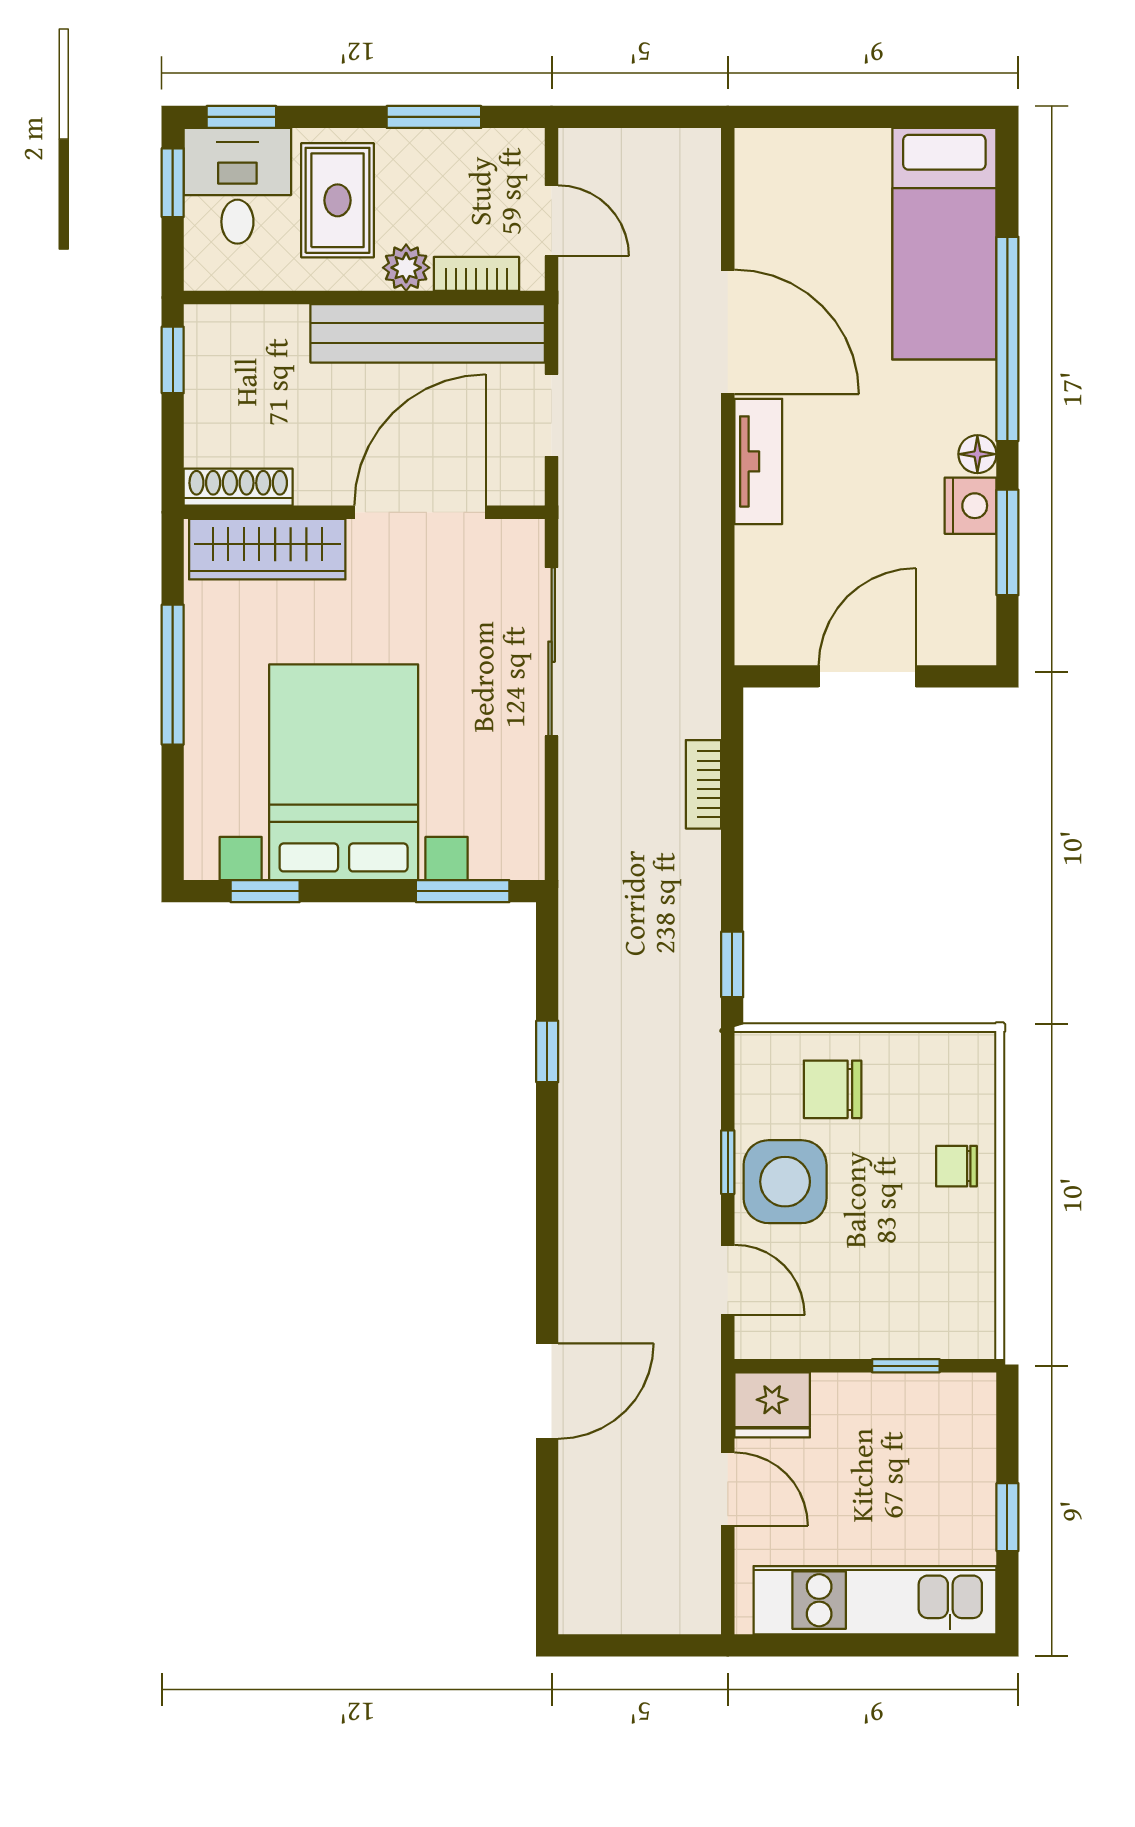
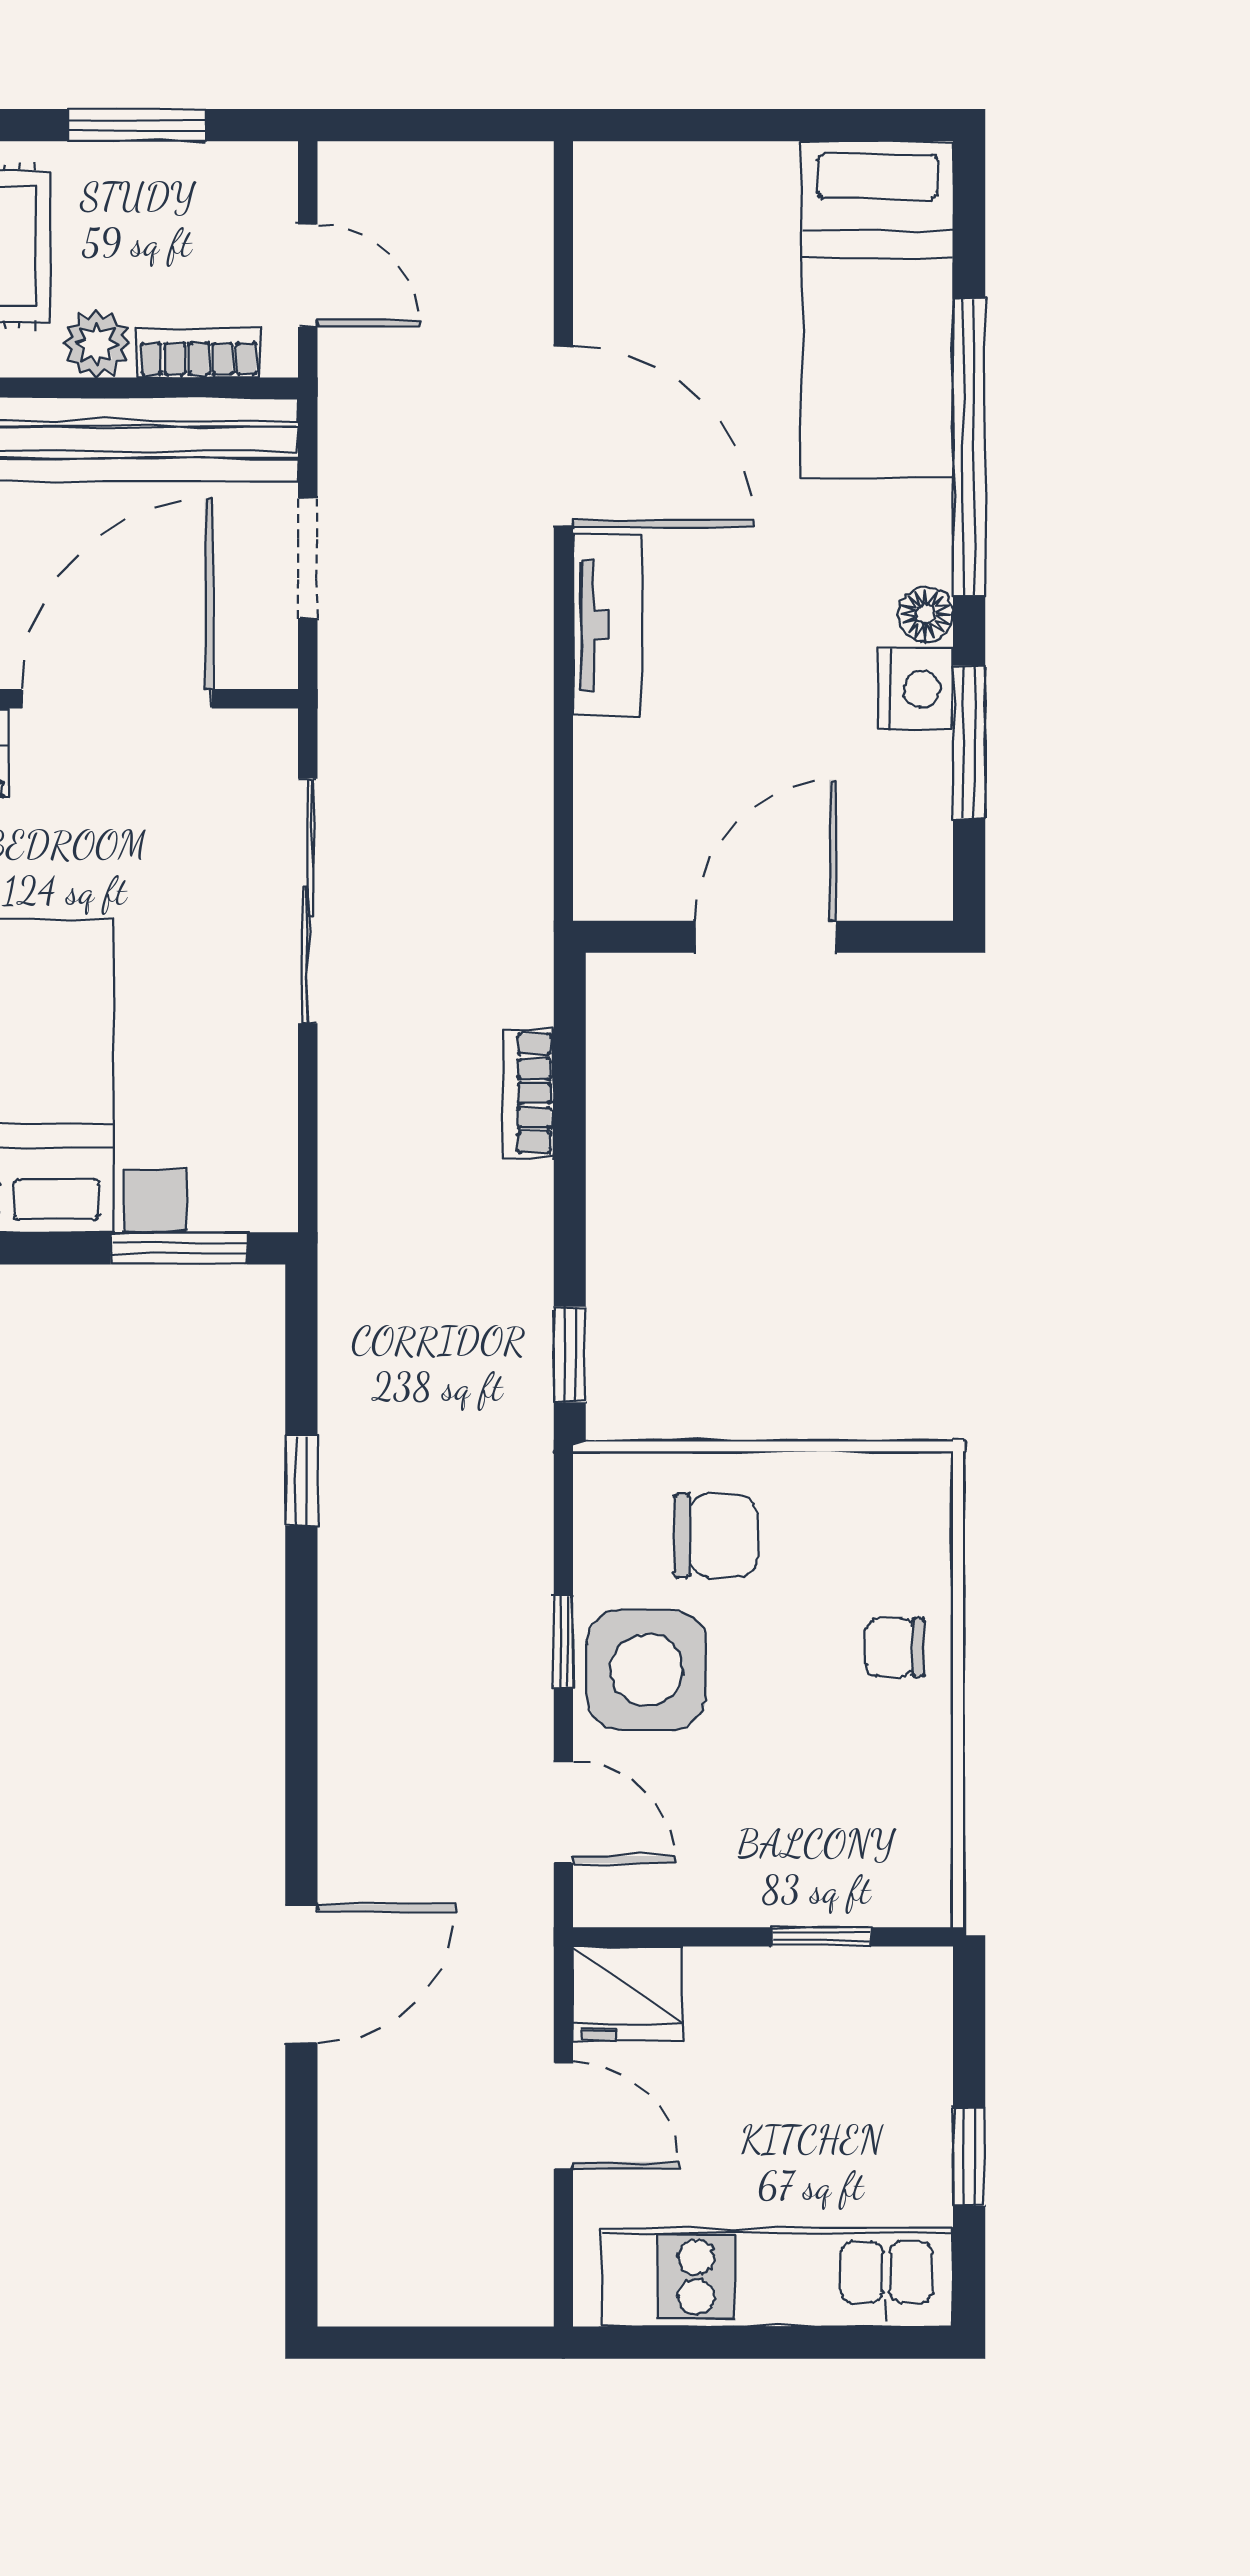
chair: (833, 1089) -> (715, 1536), turned 180

